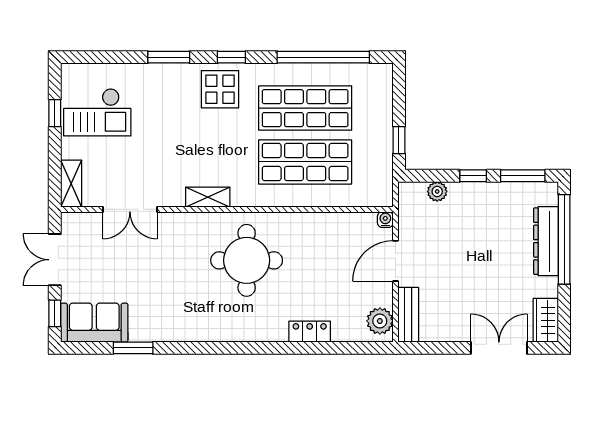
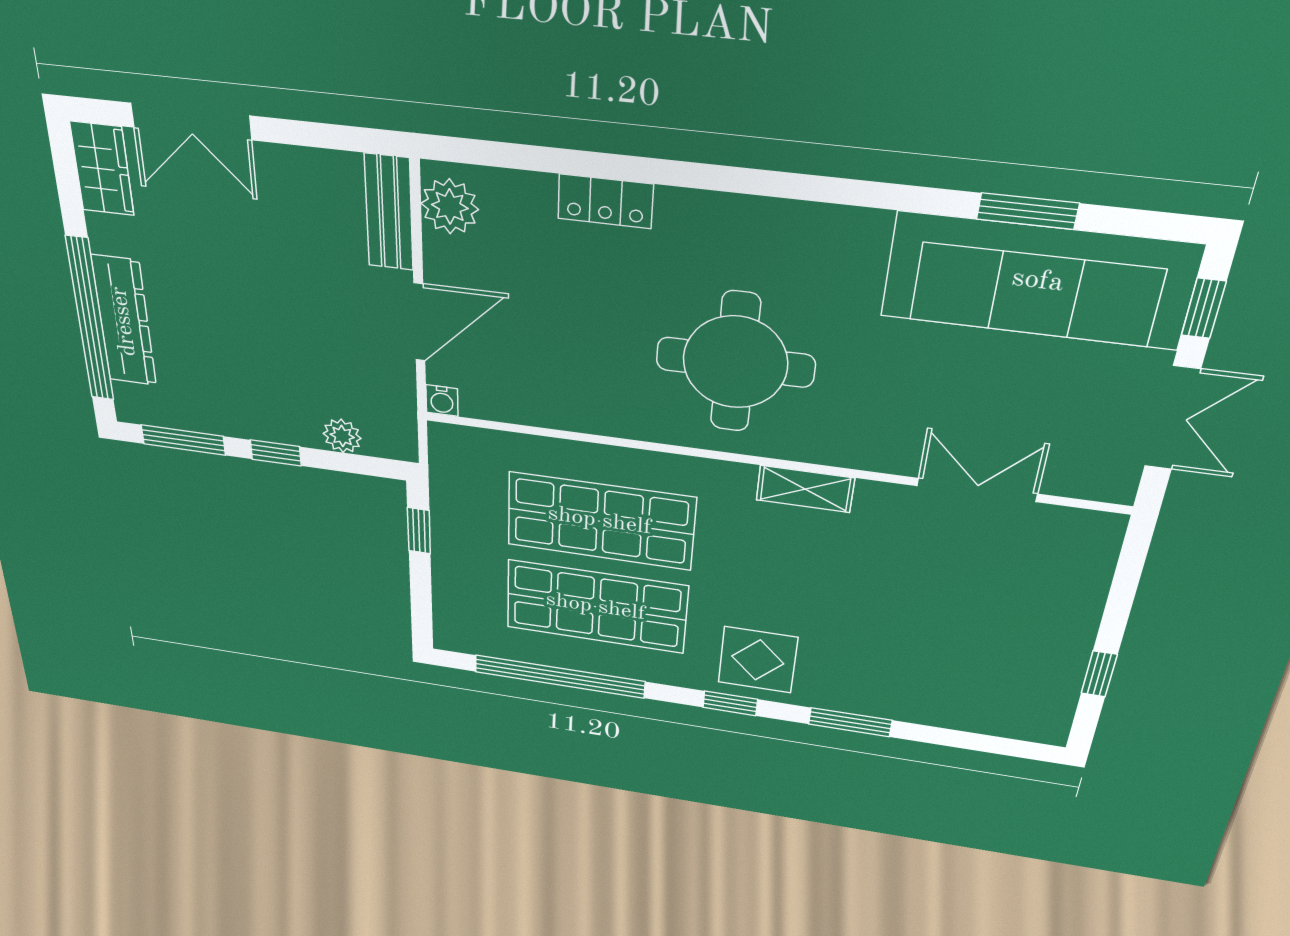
checkout: (97, 112) -> (1010, 662), removed
shelving: (71, 184) -> (1096, 553), removed
sofa: (94, 323) -> (1038, 281), width x1.85, depth x1.27

